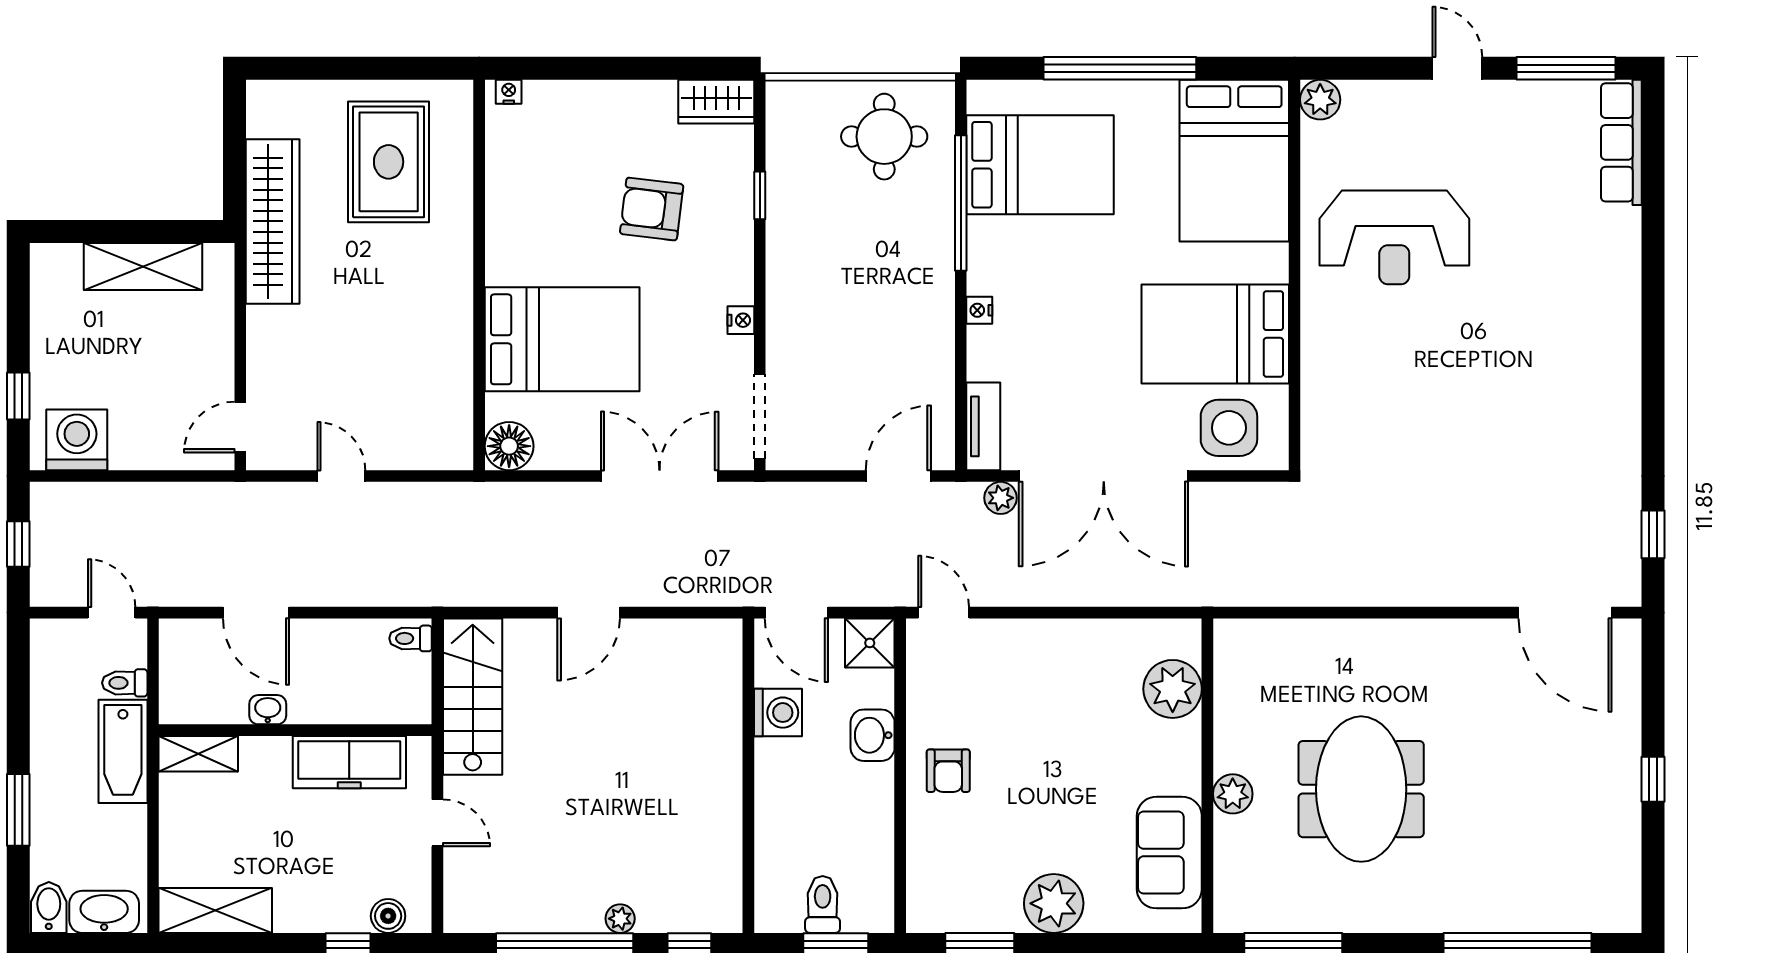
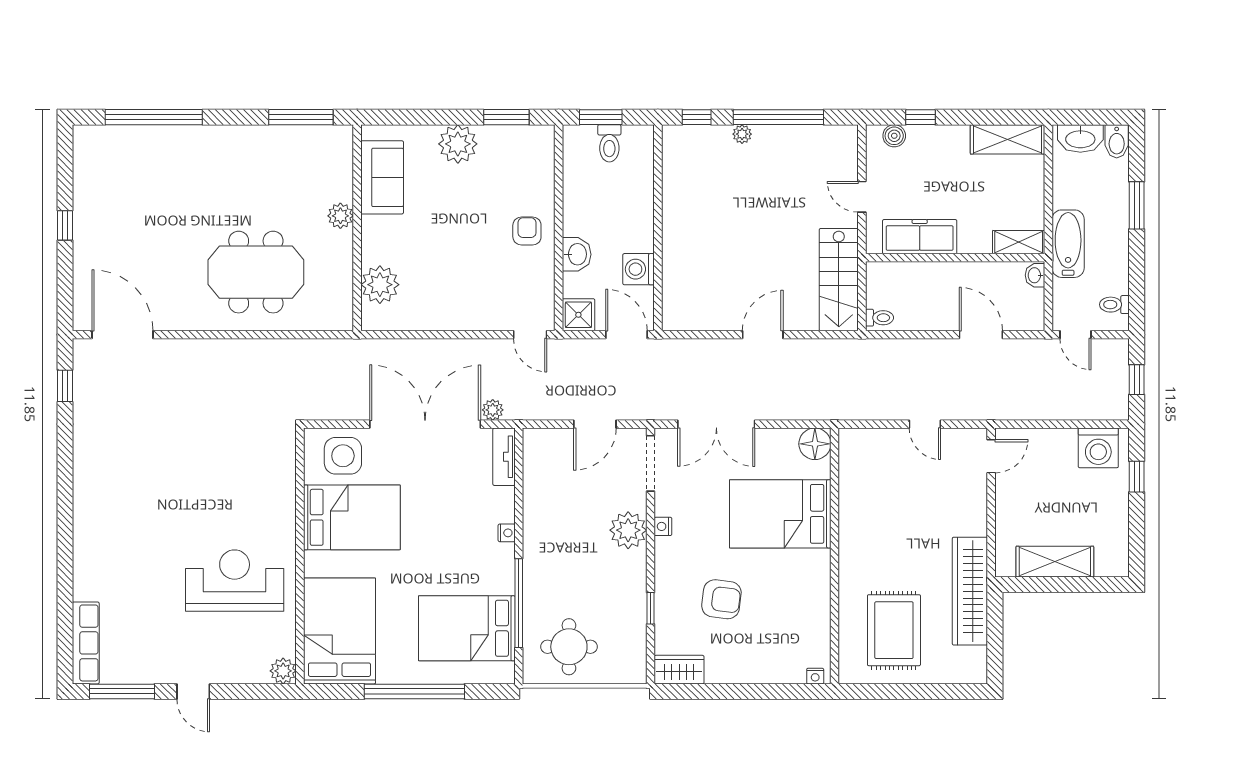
plant: (794, 314) -> (628, 530), added
door: (898, 476) -> (595, 424), moved
toilet: (125, 683) -> (1114, 305), moved, turned 180
washbasin: (268, 710) -> (1035, 275), moved, turned 90
meeting table: (1361, 789) -> (256, 272), moved, turned 90

